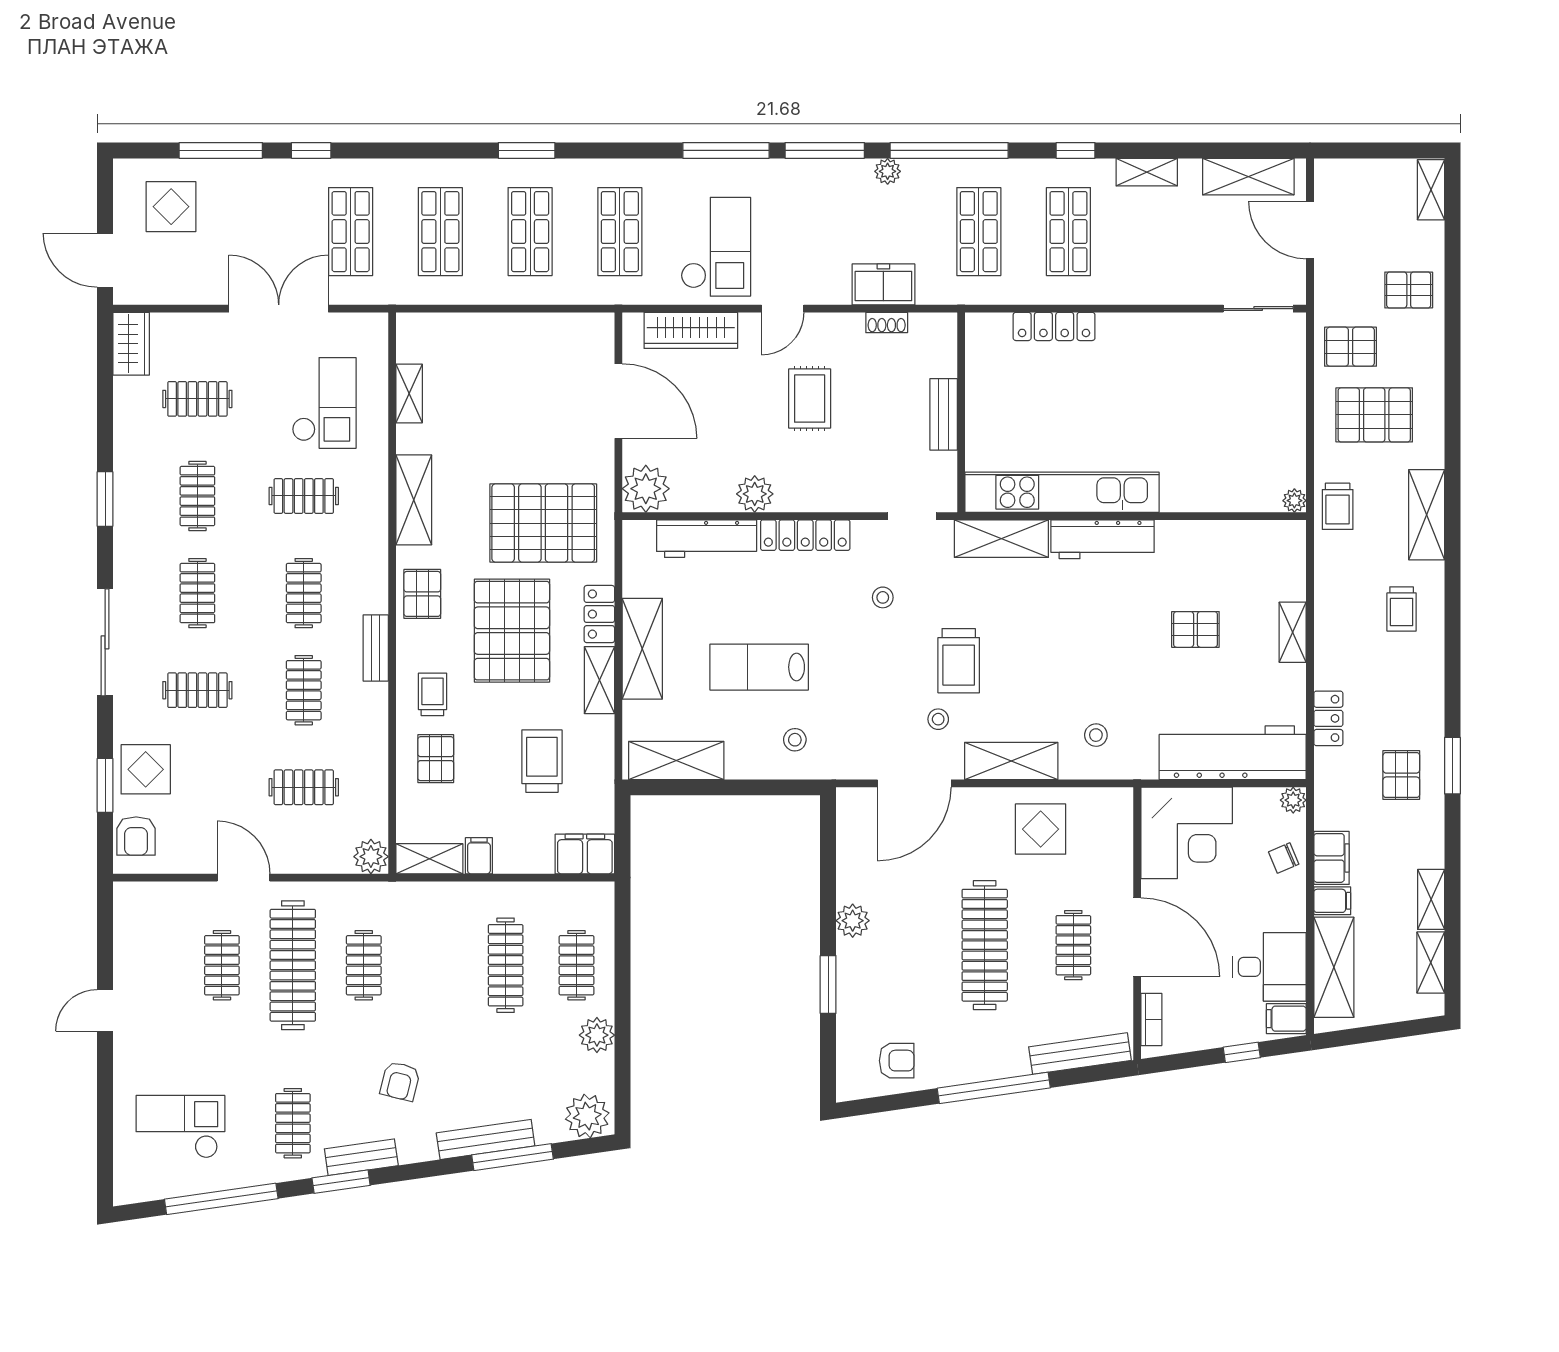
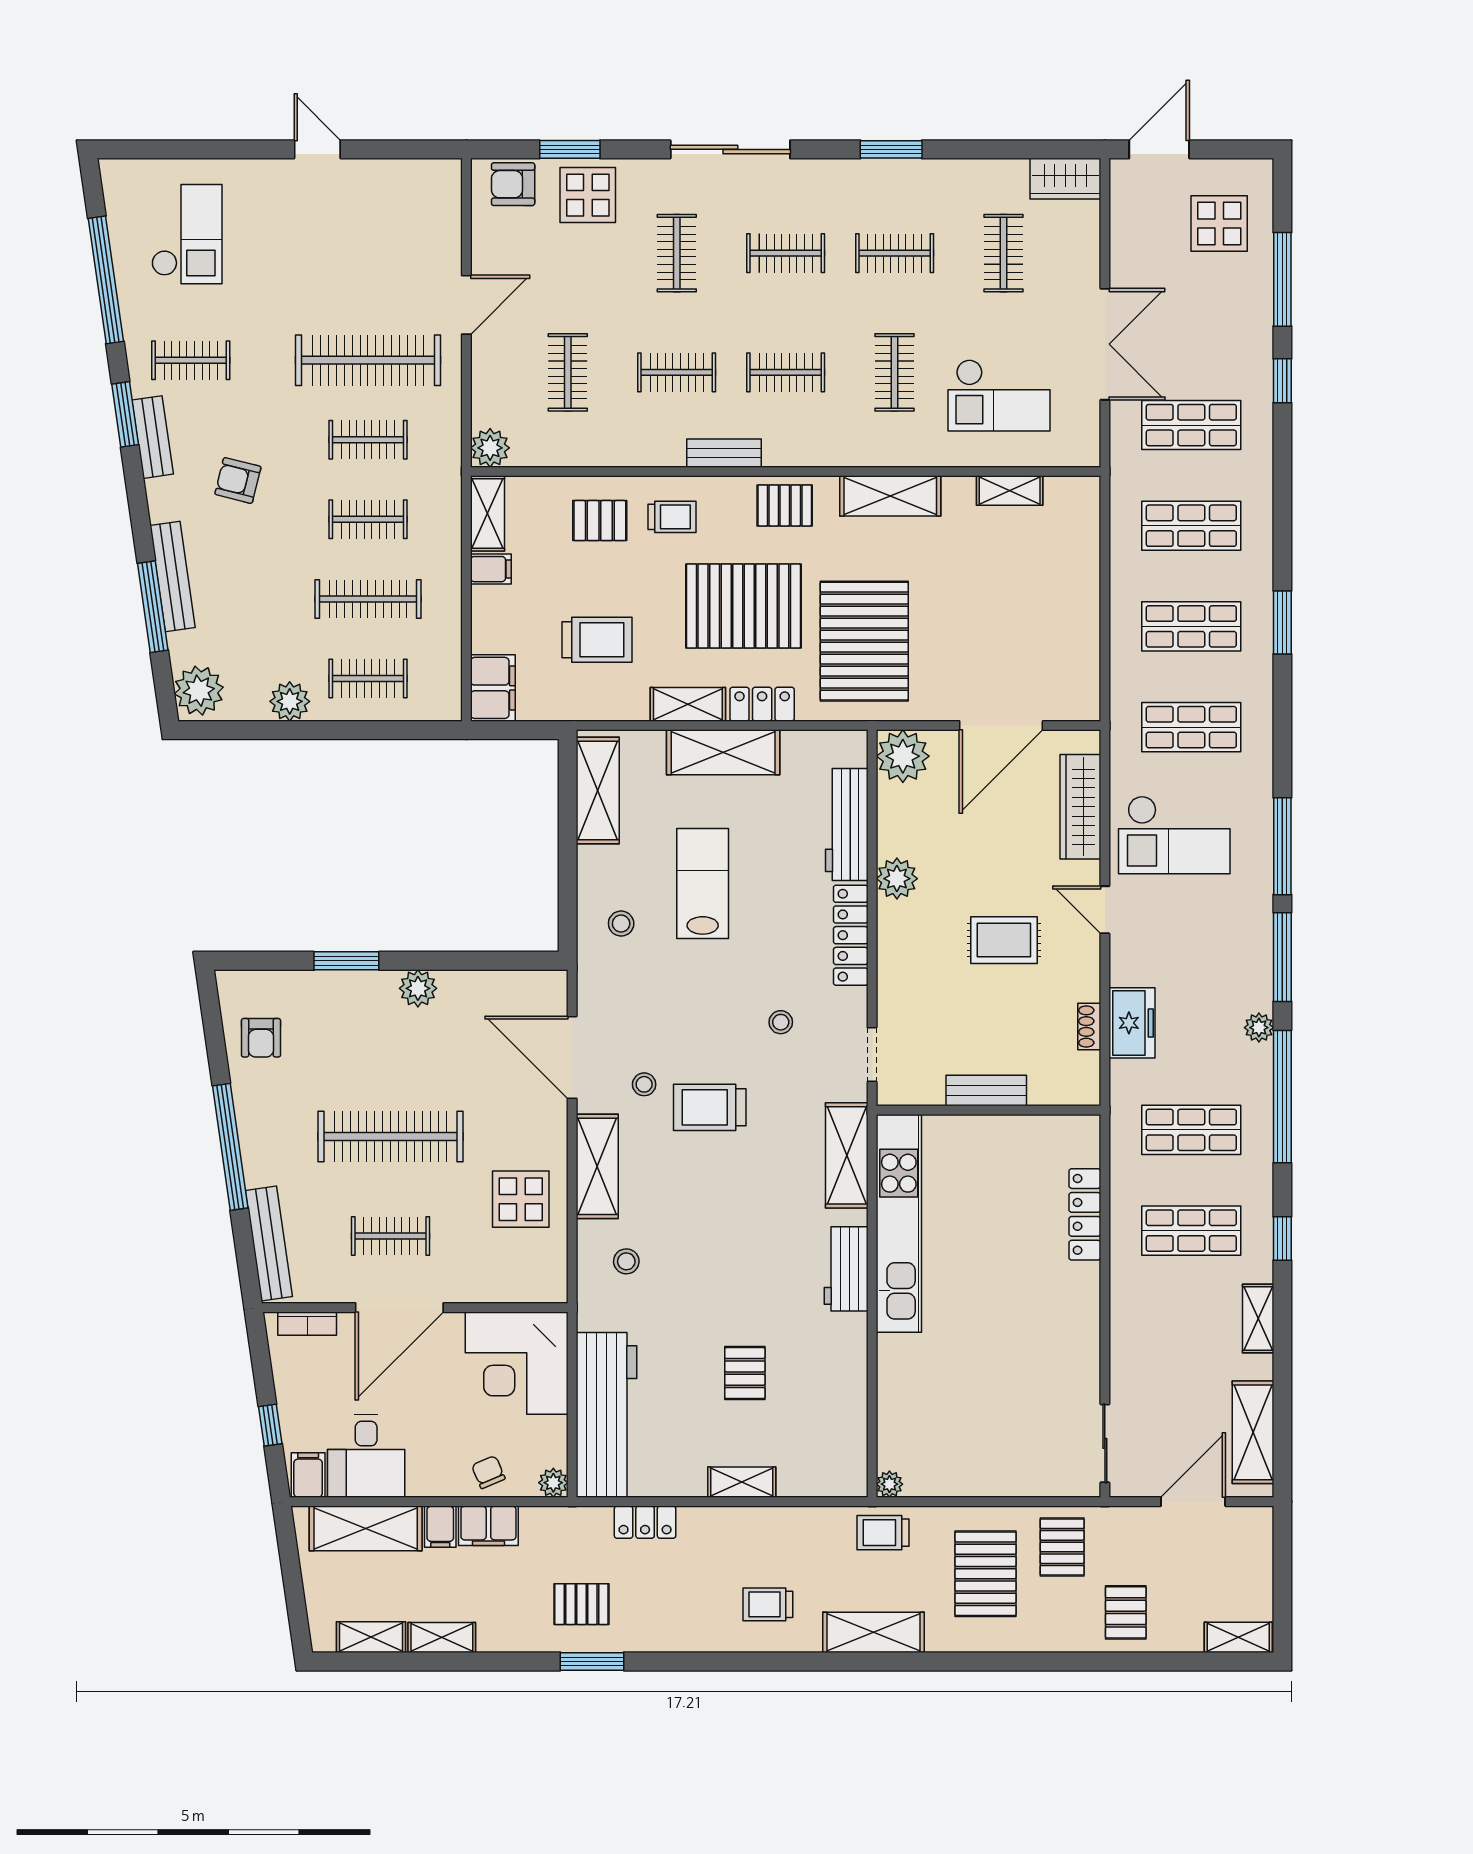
workbench: (1103, 539) -> (846, 1269), width x0.73
clothes rail: (222, 965) -> (368, 519), moved

